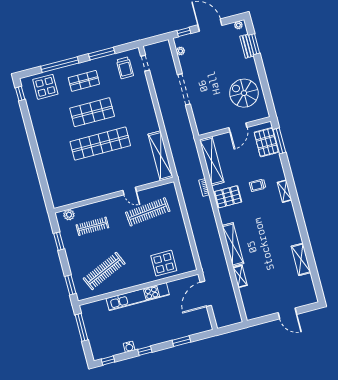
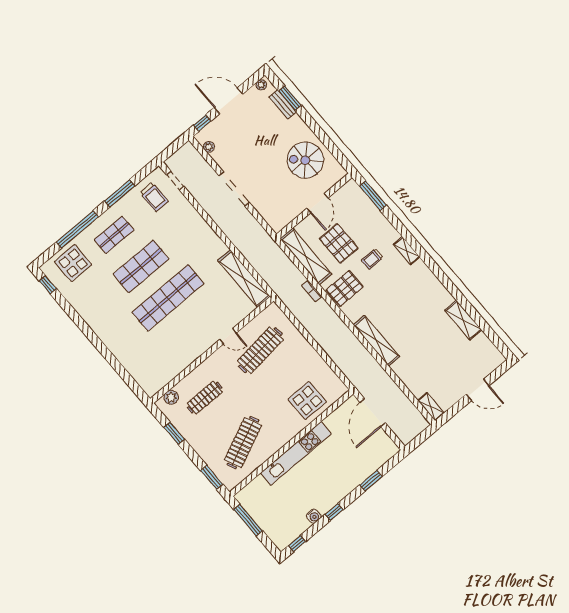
pallet: (266, 142) -> (339, 243), moved
shelving: (240, 276) -> (431, 407), moved

